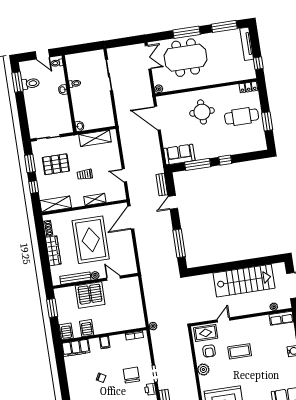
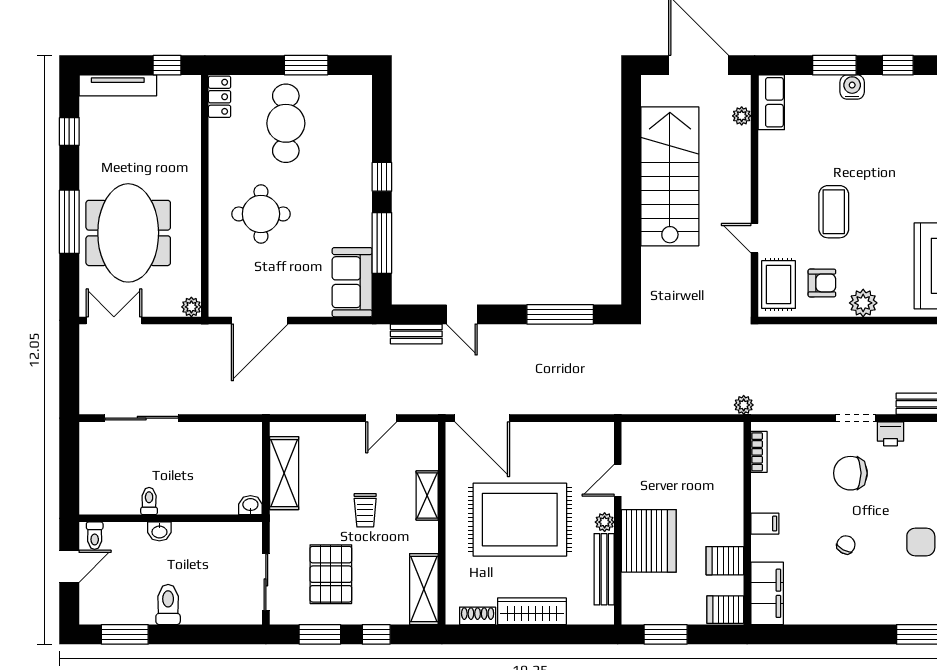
window: (224, 26) -> (69, 131), width x0.46
toilet: (30, 84) -> (168, 605), moved

